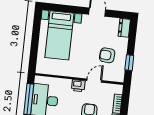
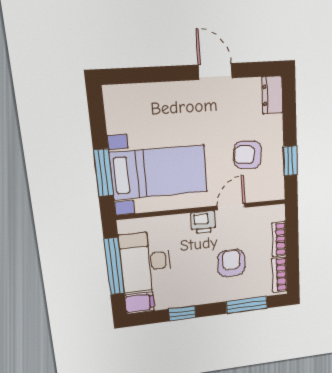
bed with nightstands: (59, 35) -> (159, 172), moved, turned -90
window: (34, 51) -> (103, 173), added

